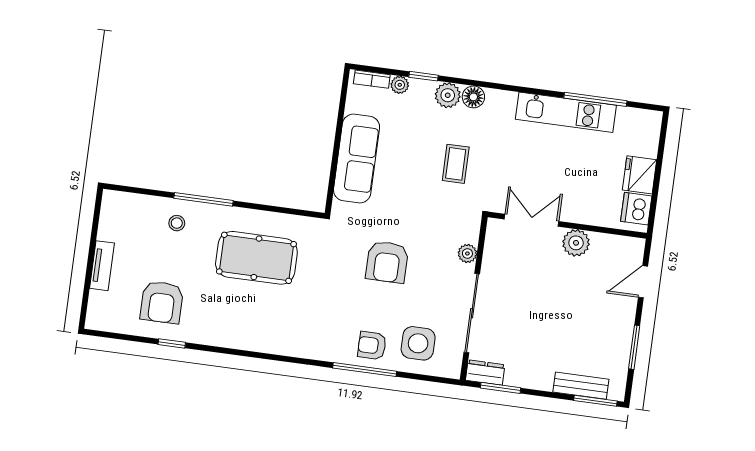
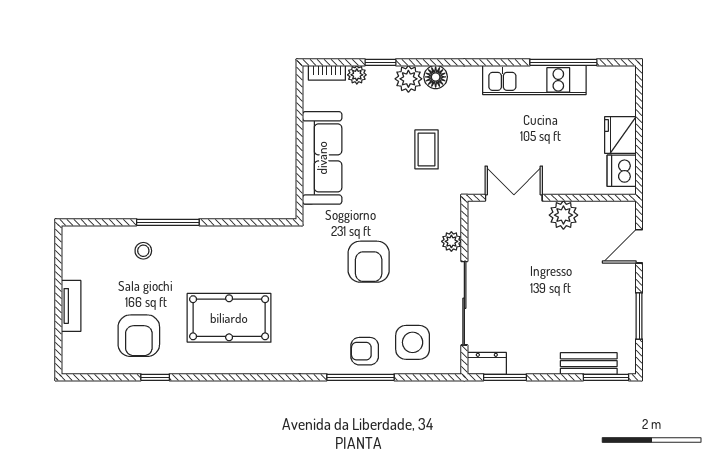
pool table: (256, 258) -> (229, 318), moved

